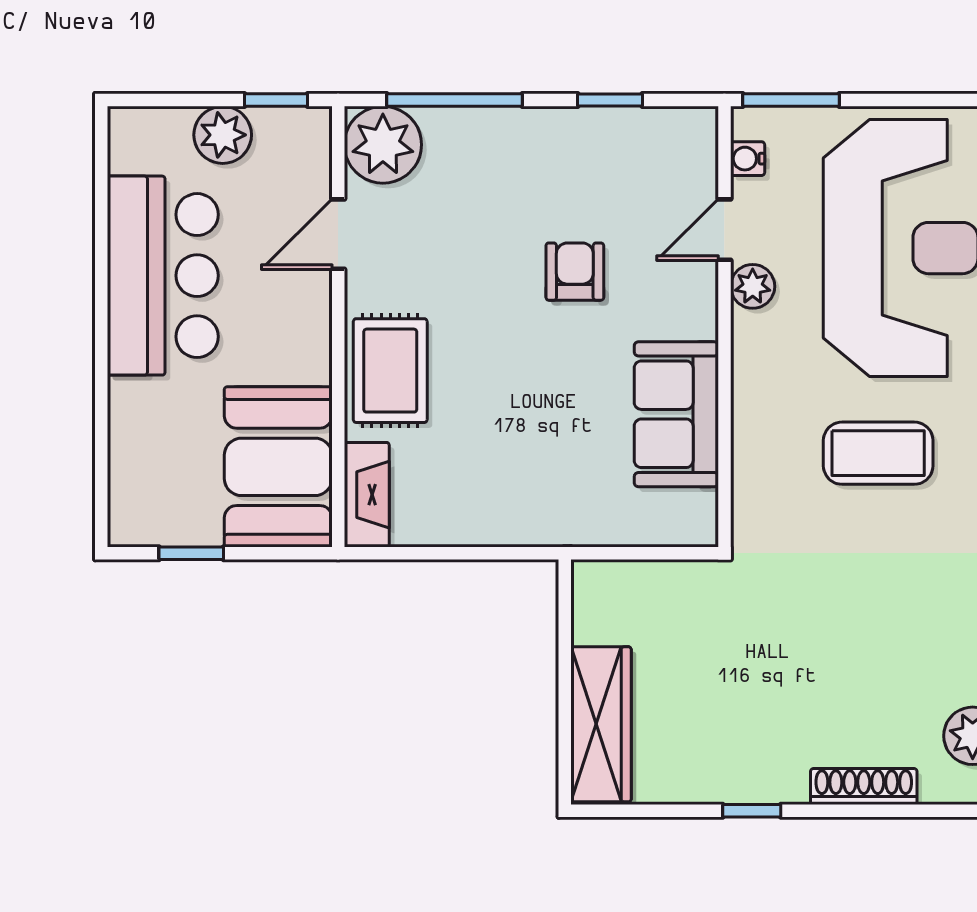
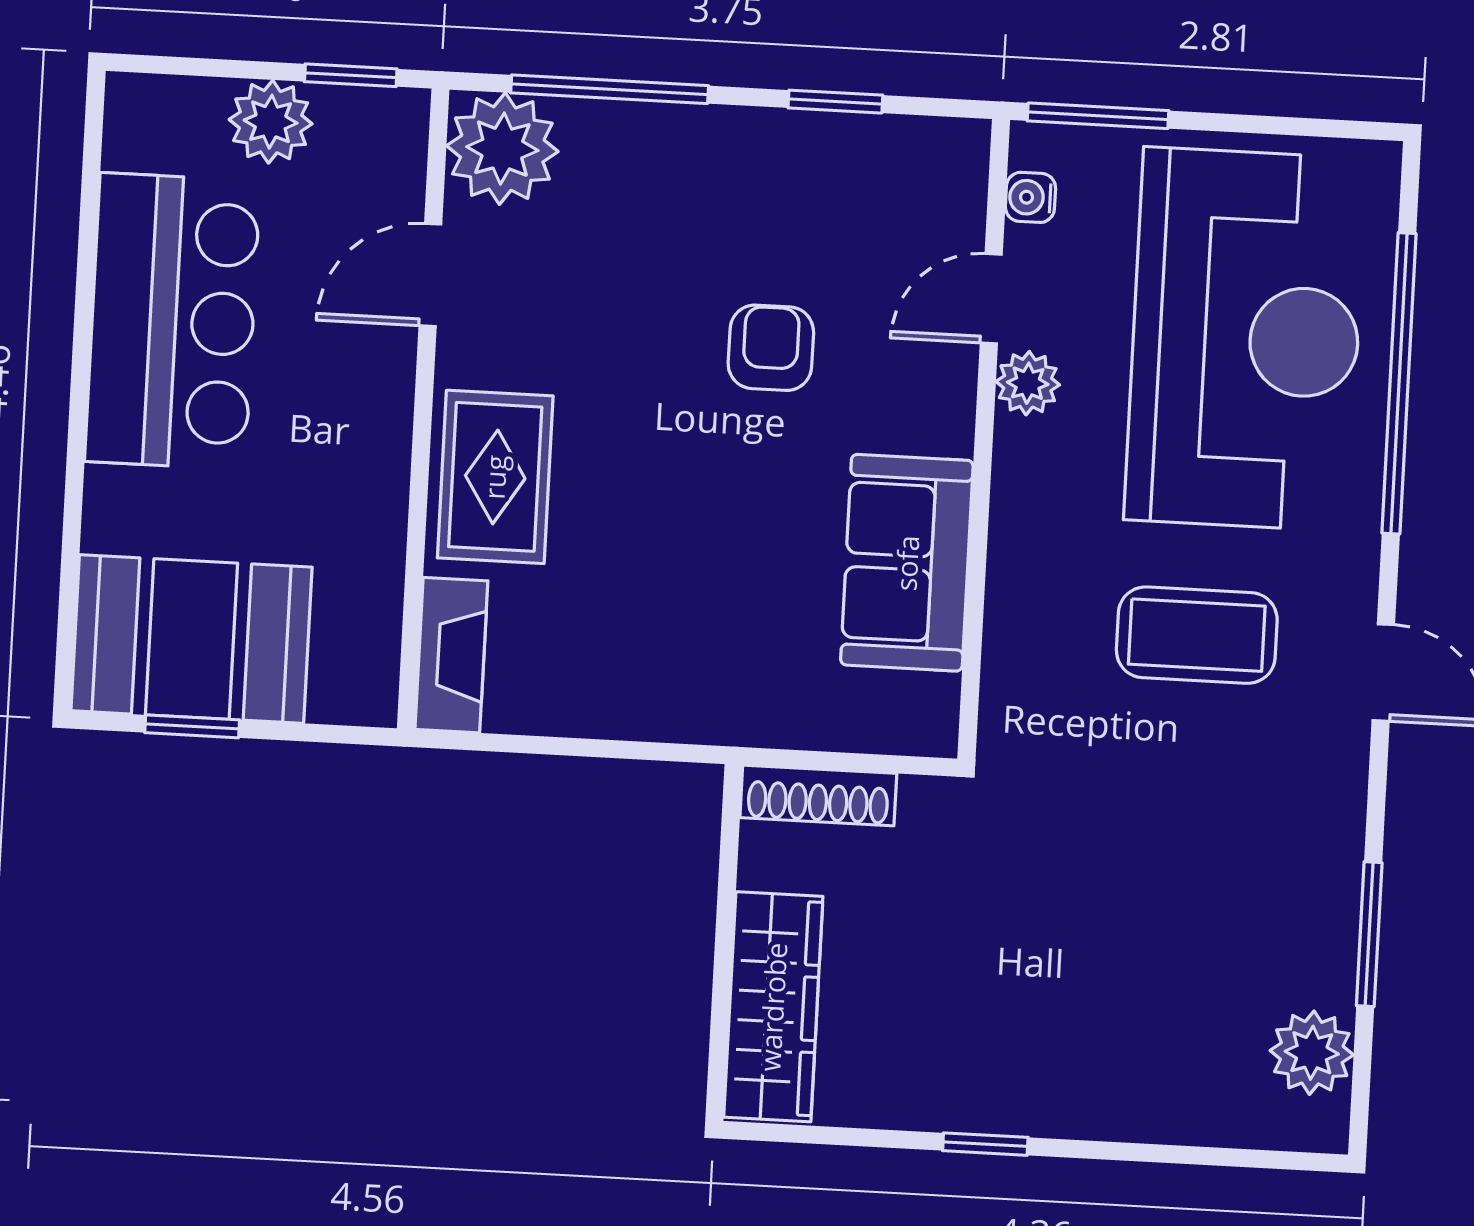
booth: (278, 467) -> (192, 639), moved, turned 90
shoe rack: (864, 786) -> (818, 795), moved, turned 180

